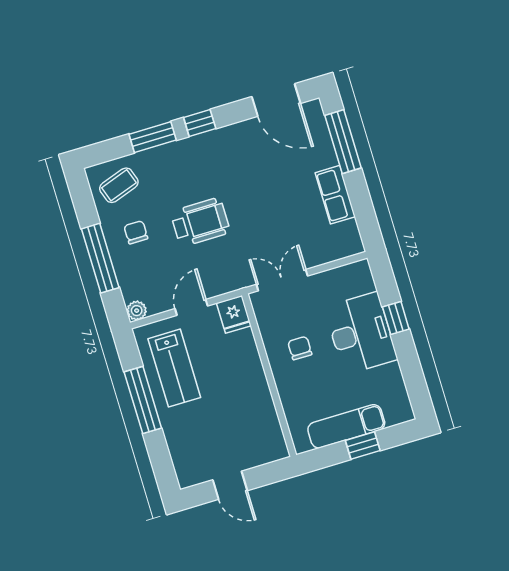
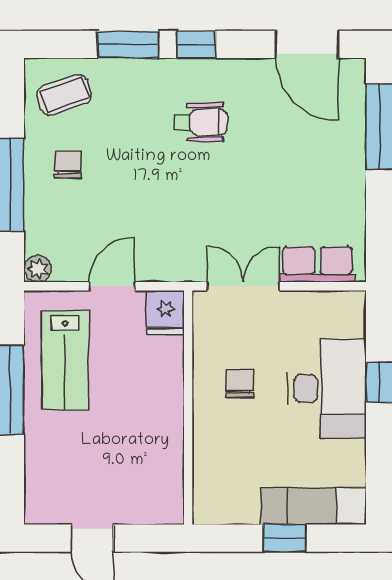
row of seats: (335, 195) -> (317, 264), moved, turned 90
wheelchair: (200, 222) -> (201, 122), moved, width x0.73, depth x0.73
exam couch: (346, 426) -> (313, 506), moved

